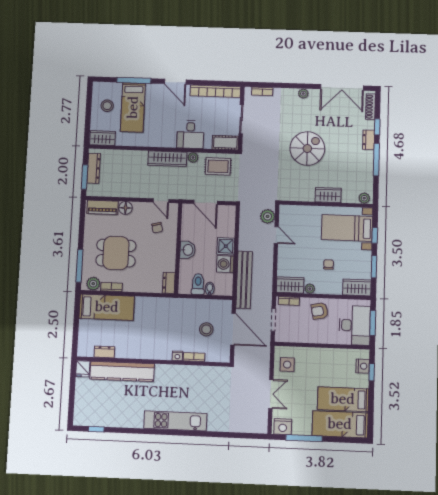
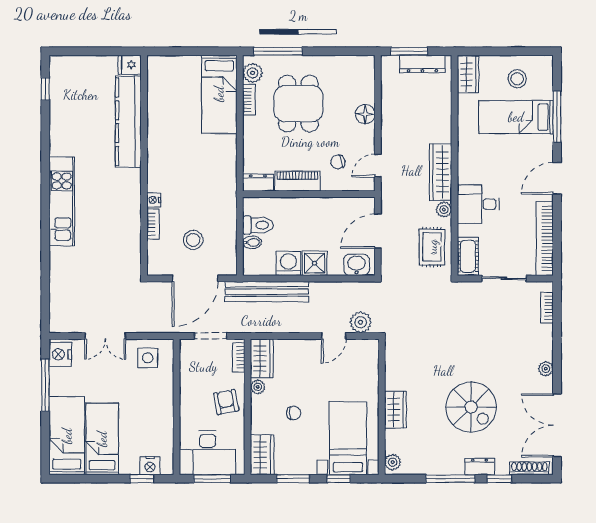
spiral stairs: (307, 149) -> (471, 407), moved
piano: (103, 207) -> (297, 181), moved, turned 90
washbasin: (188, 250) -> (357, 265), moved, turned 180
dresser: (104, 352) -> (155, 95), removed

